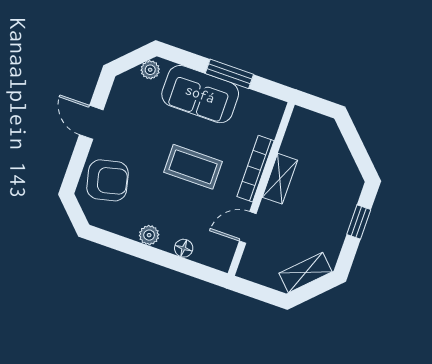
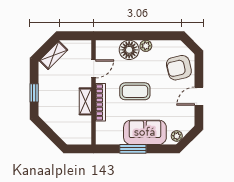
door: (91, 122) -> (199, 96), swing flipped
floor lamp: (184, 248) -> (129, 50), width x1.89, depth x1.89

